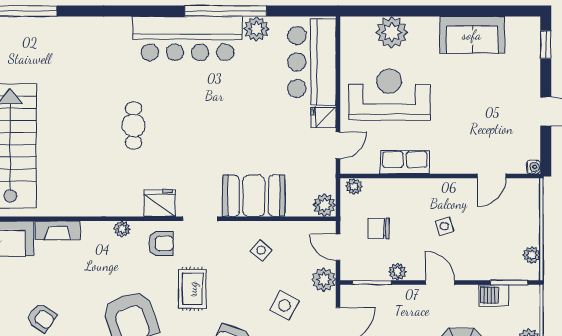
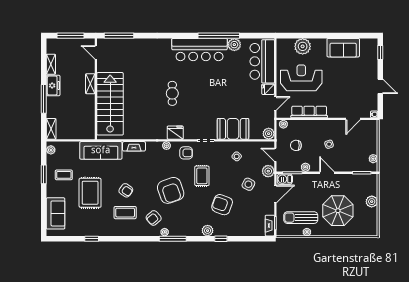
row of seats: (405, 162) -> (309, 112), width x1.48
fridge: (160, 203) -> (175, 133), moved
barbecue: (494, 295) -> (285, 179), moved

